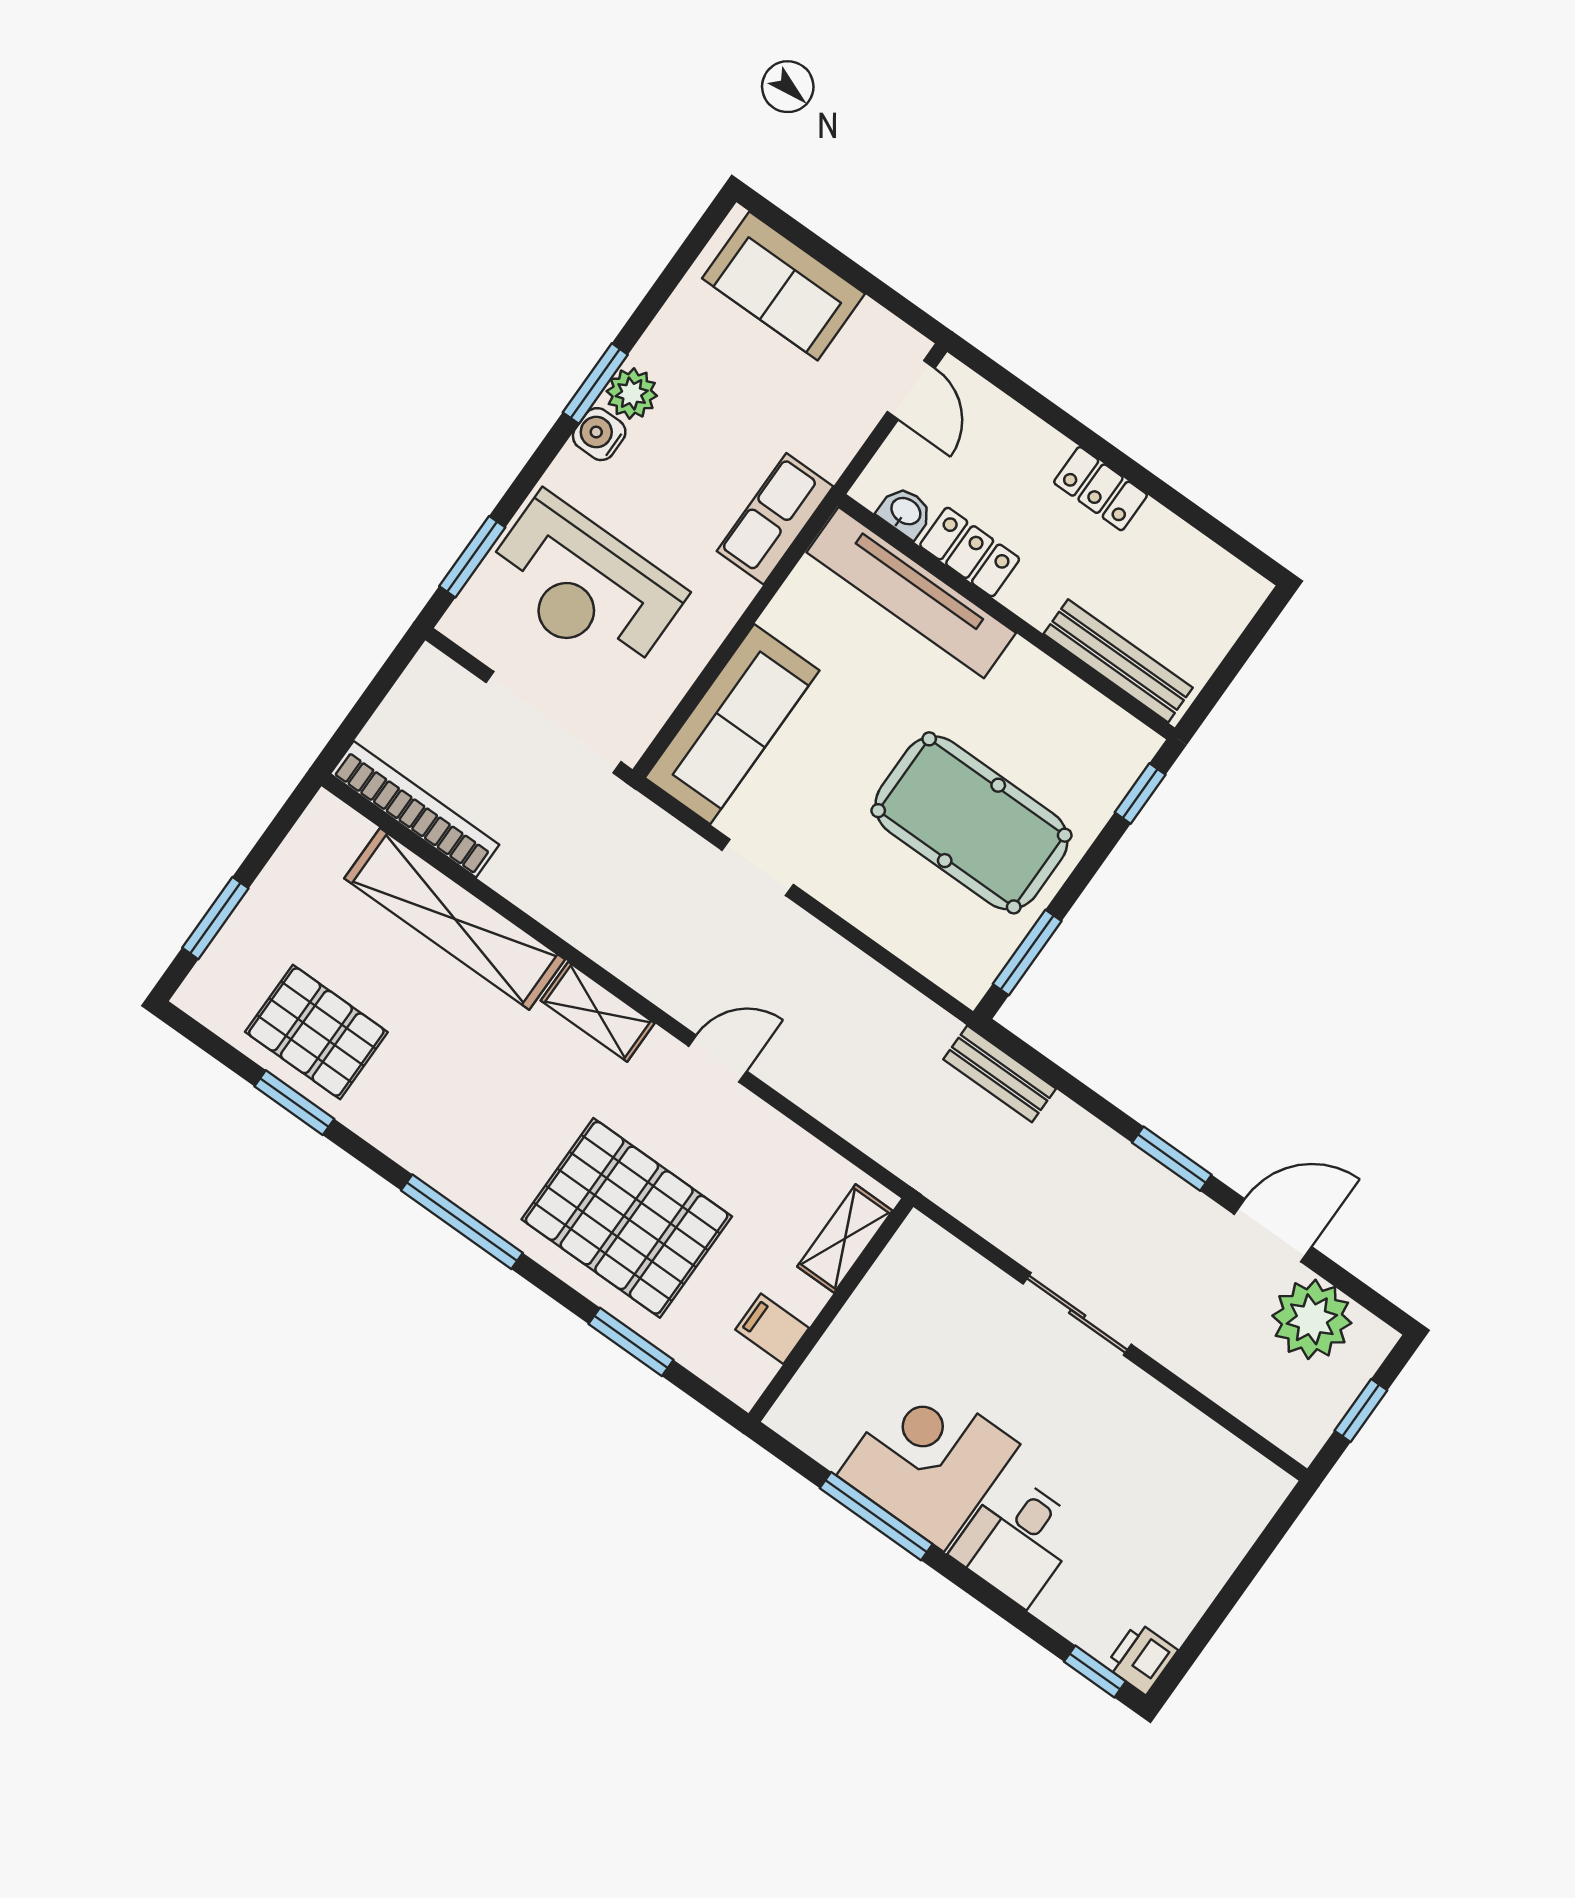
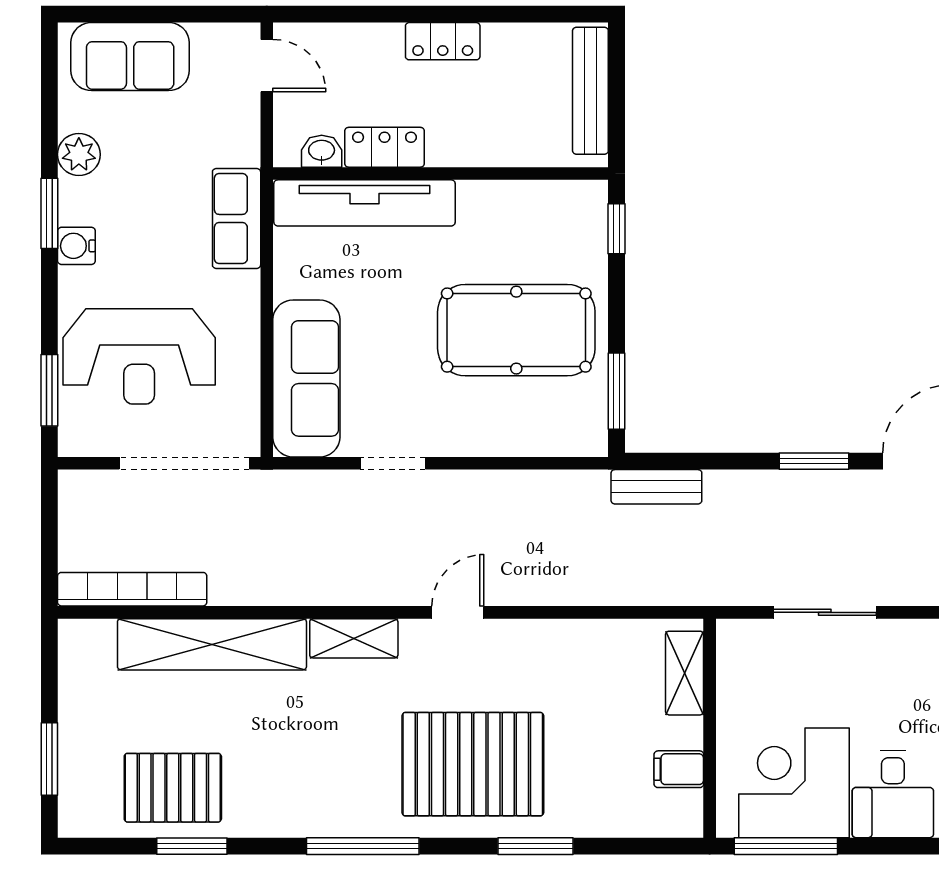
plant: (632, 393) -> (79, 154), moved
bench: (1118, 661) -> (590, 91), moved, turned 90
shelving: (845, 1239) -> (685, 673), moved
wall: (831, 1310) -> (710, 728), moved
filing cabinet: (772, 1329) -> (679, 769), moved

